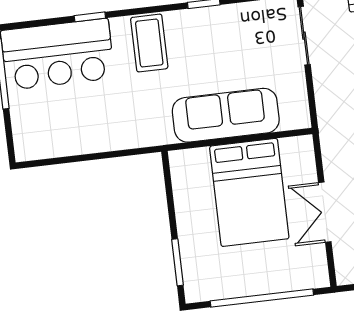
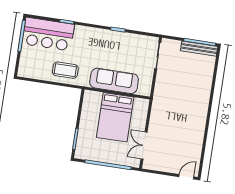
coffee table: (149, 43) -> (65, 70), moved, turned 90
double door: (325, 212) -> (144, 146), moved

